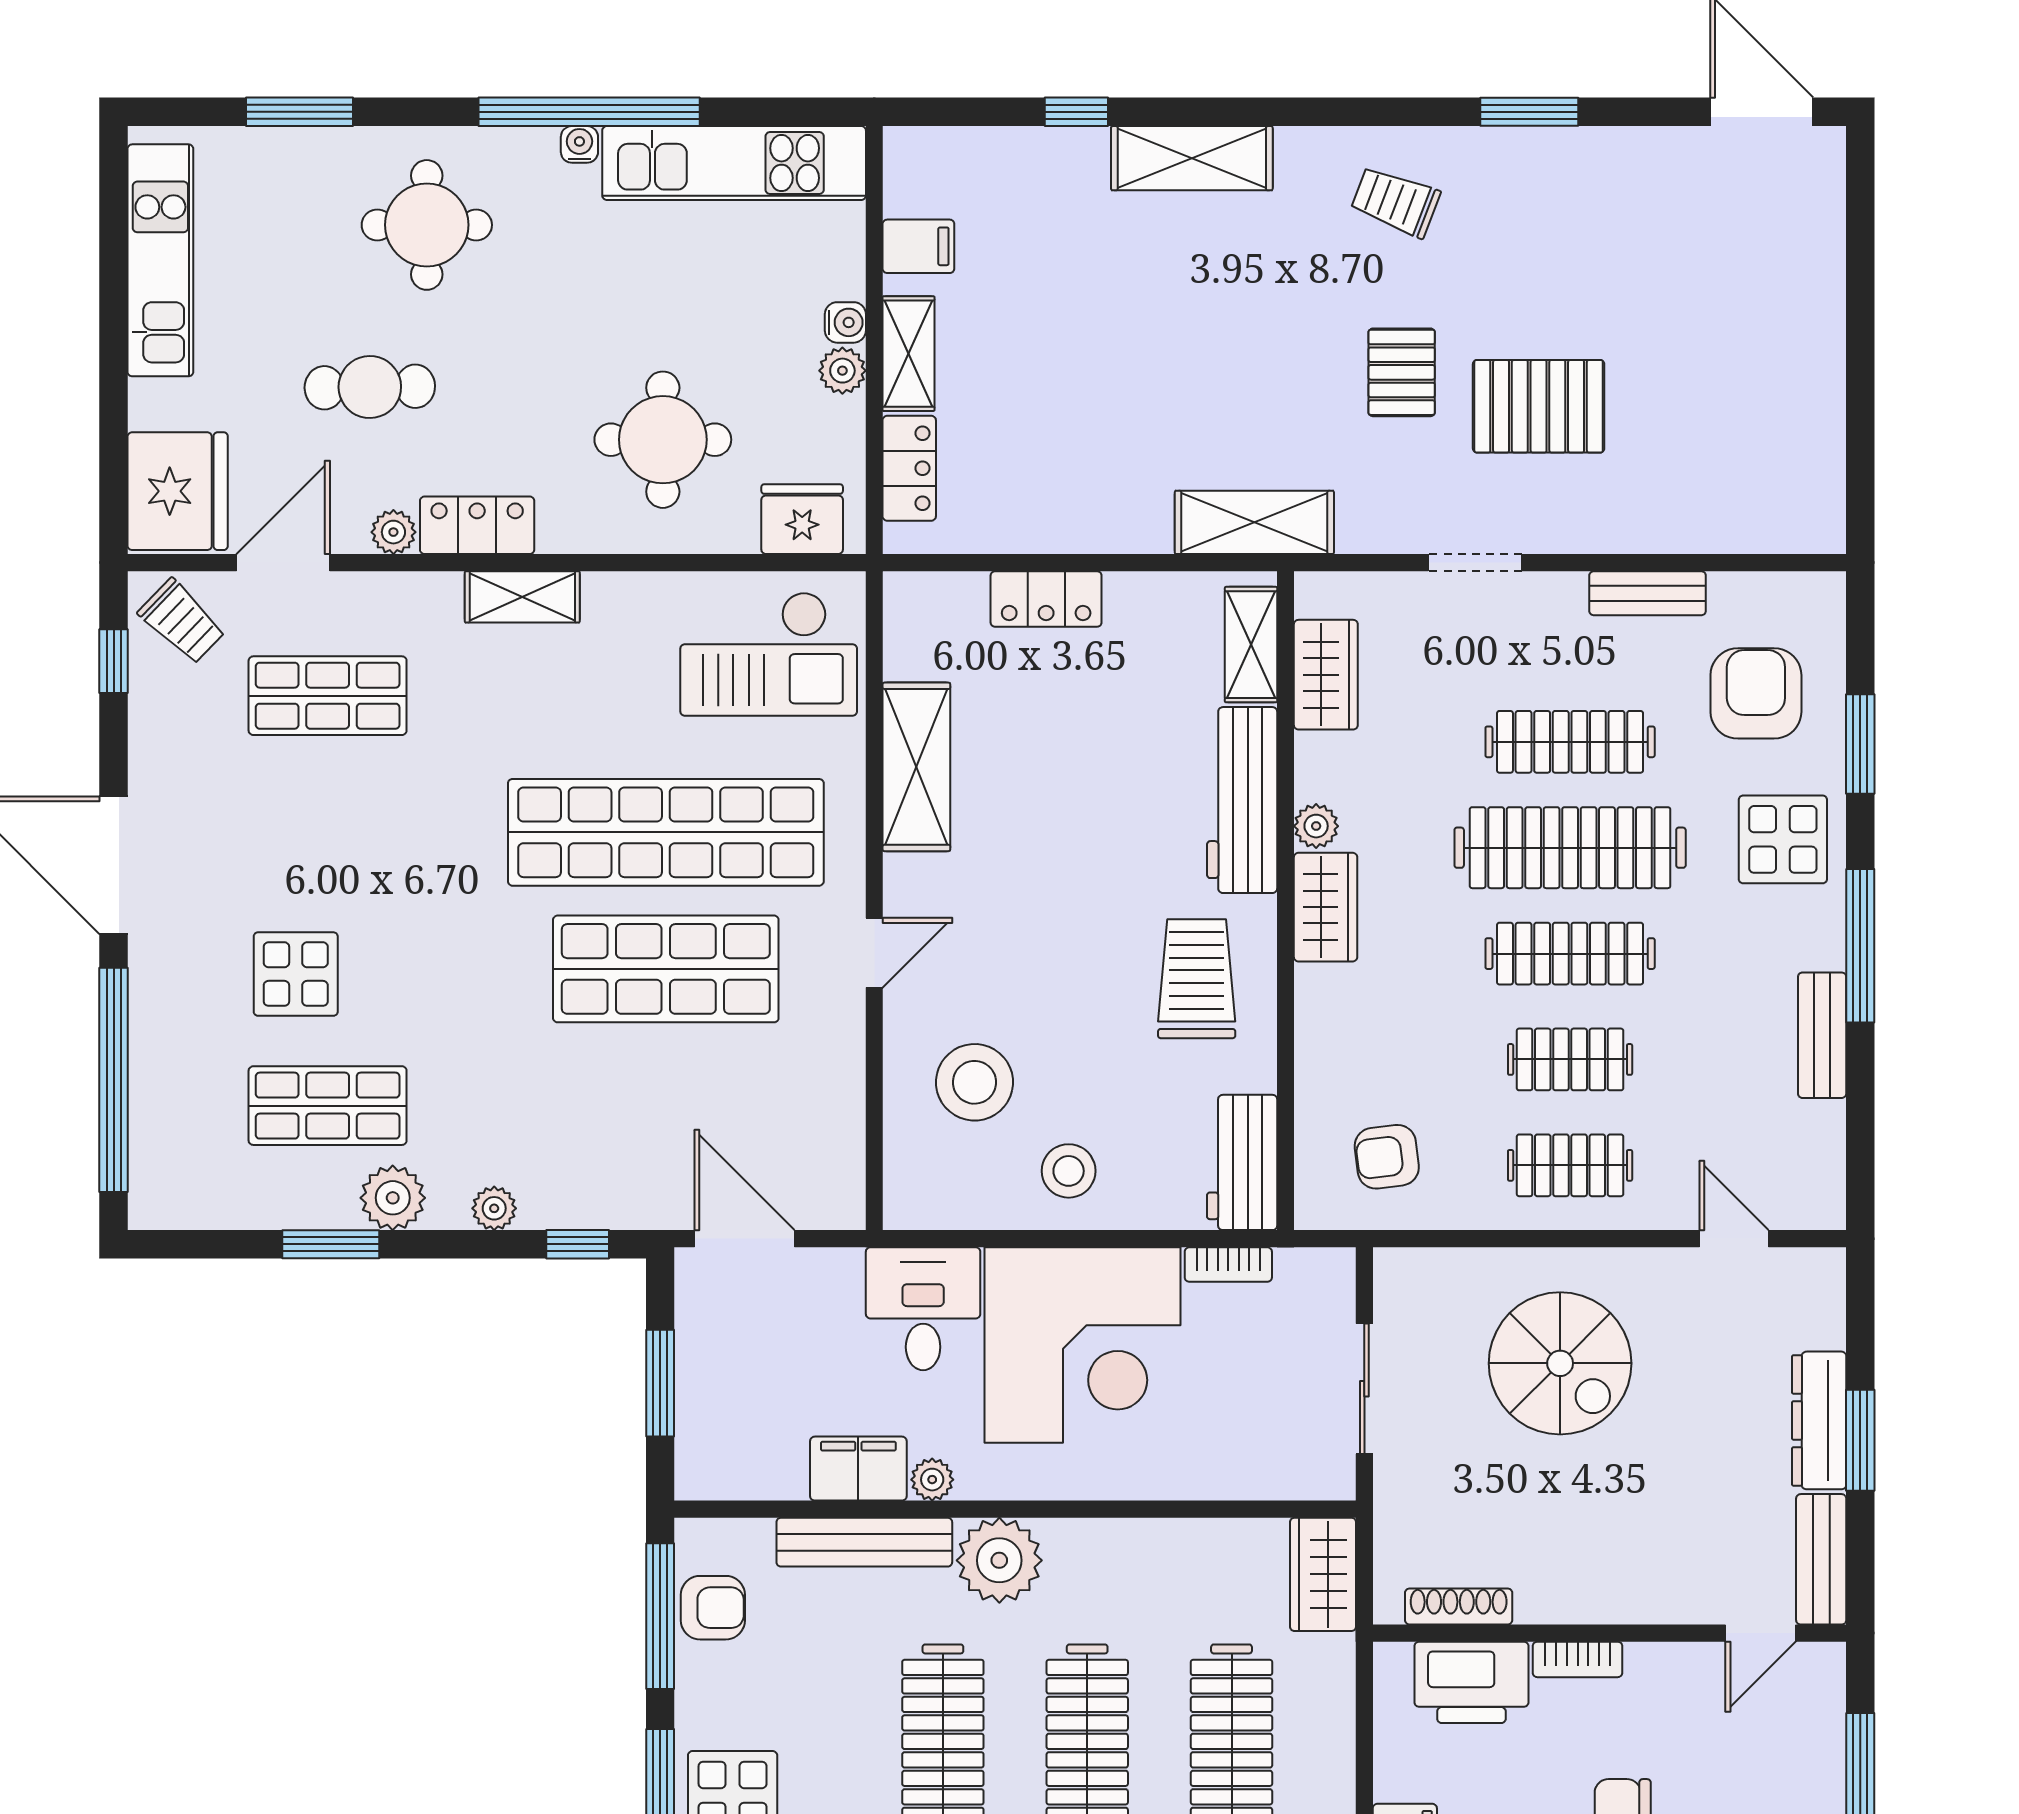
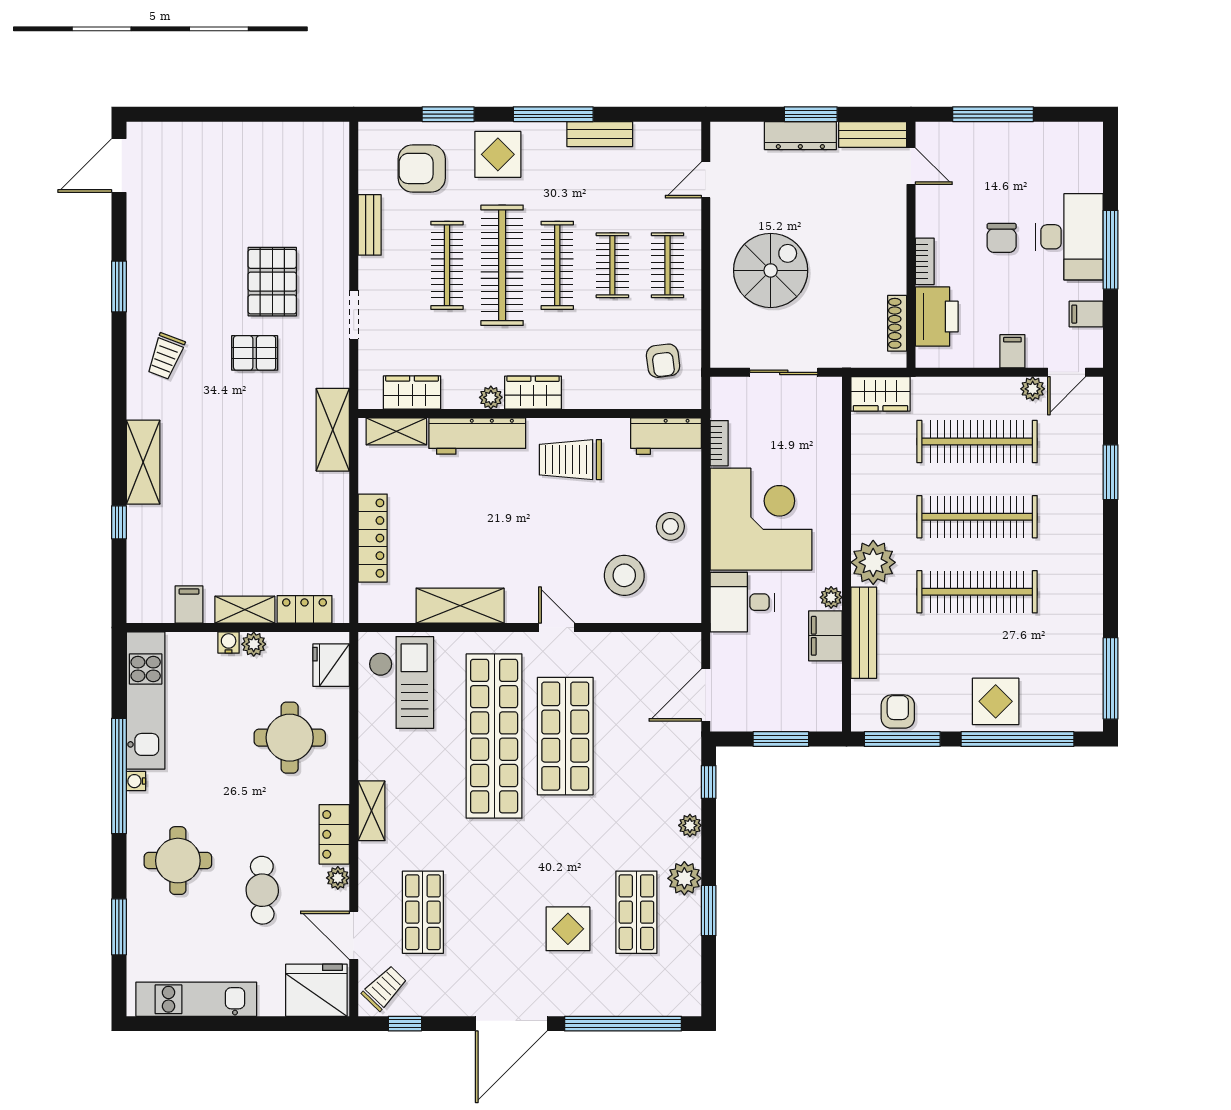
locker: (1046, 599) -> (373, 538), width x1.53

